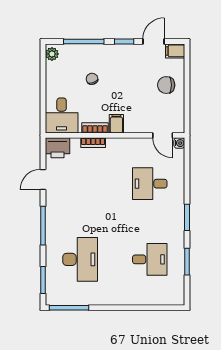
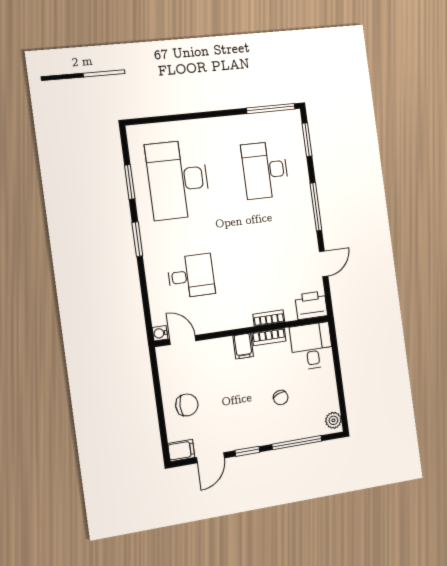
desk: (150, 259) -> (178, 180), width x1.87, depth x1.30

